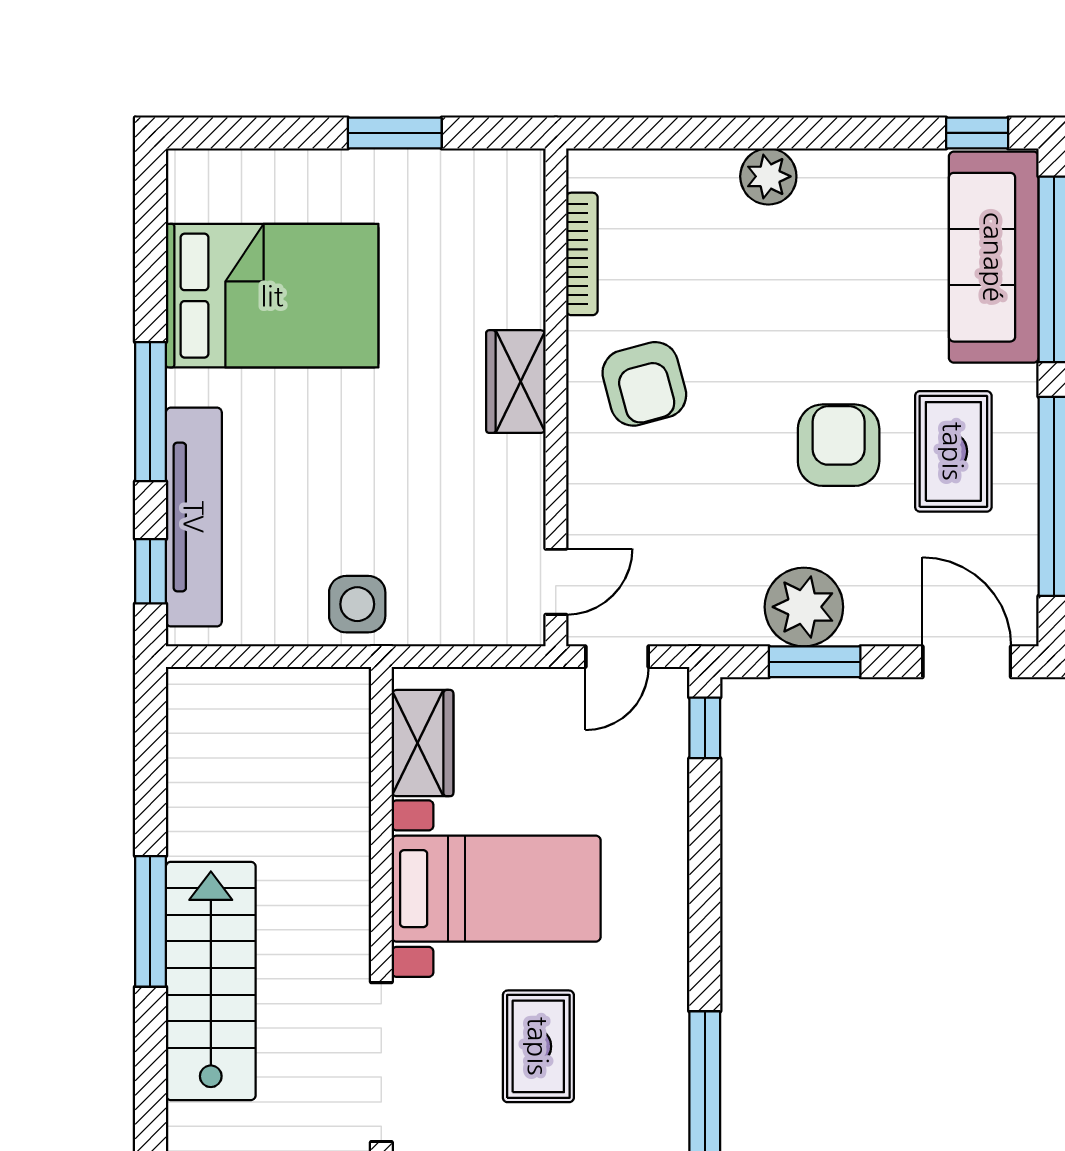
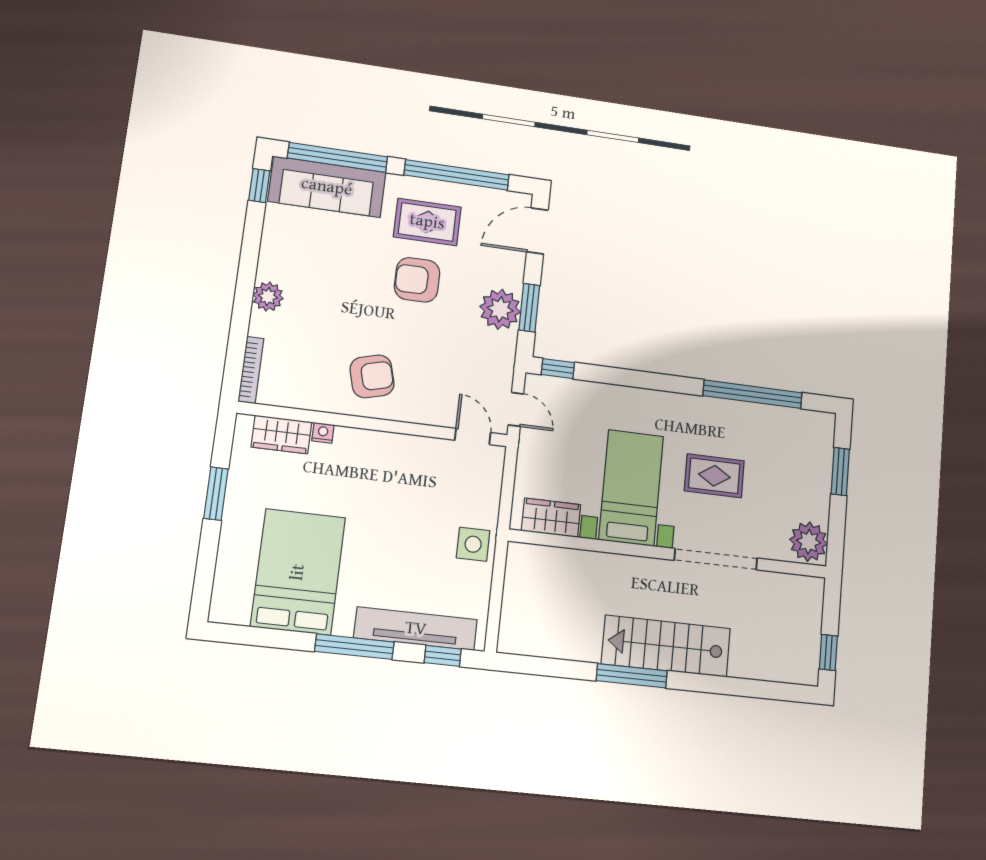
bookcase: (582, 254) -> (251, 370), moved, turned 90
nightstand: (528, 308) -> (323, 433), added
wardrobe: (516, 382) -> (281, 434), moved

